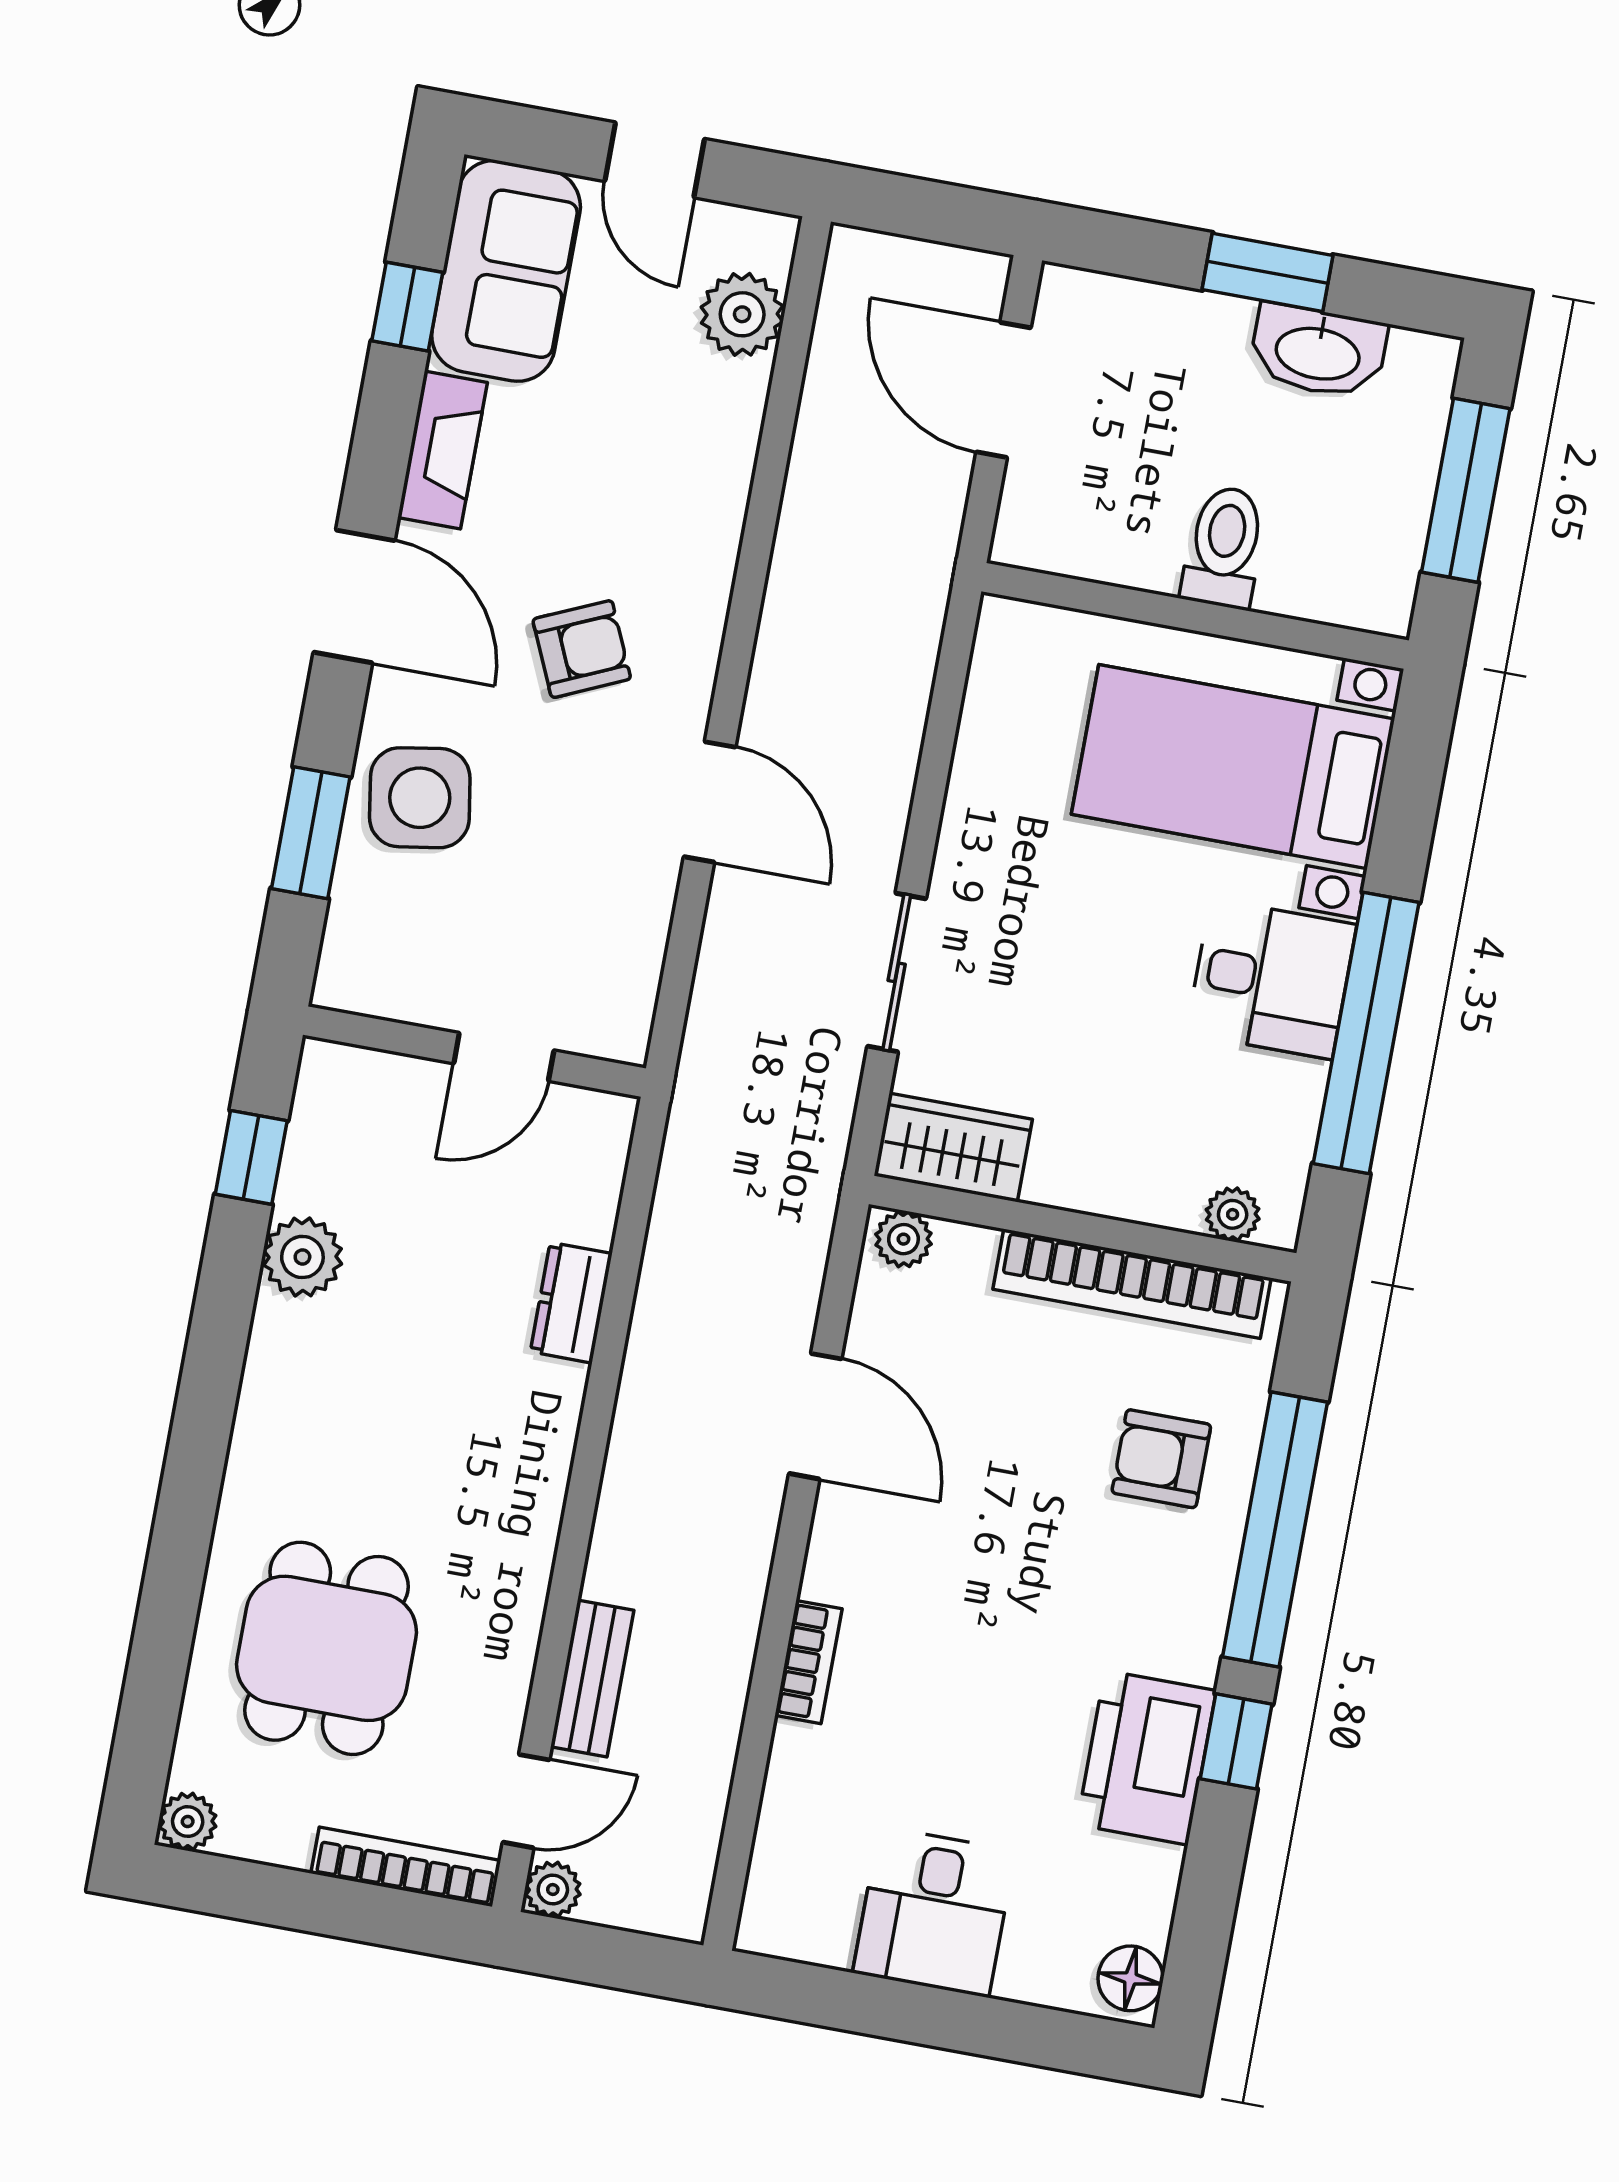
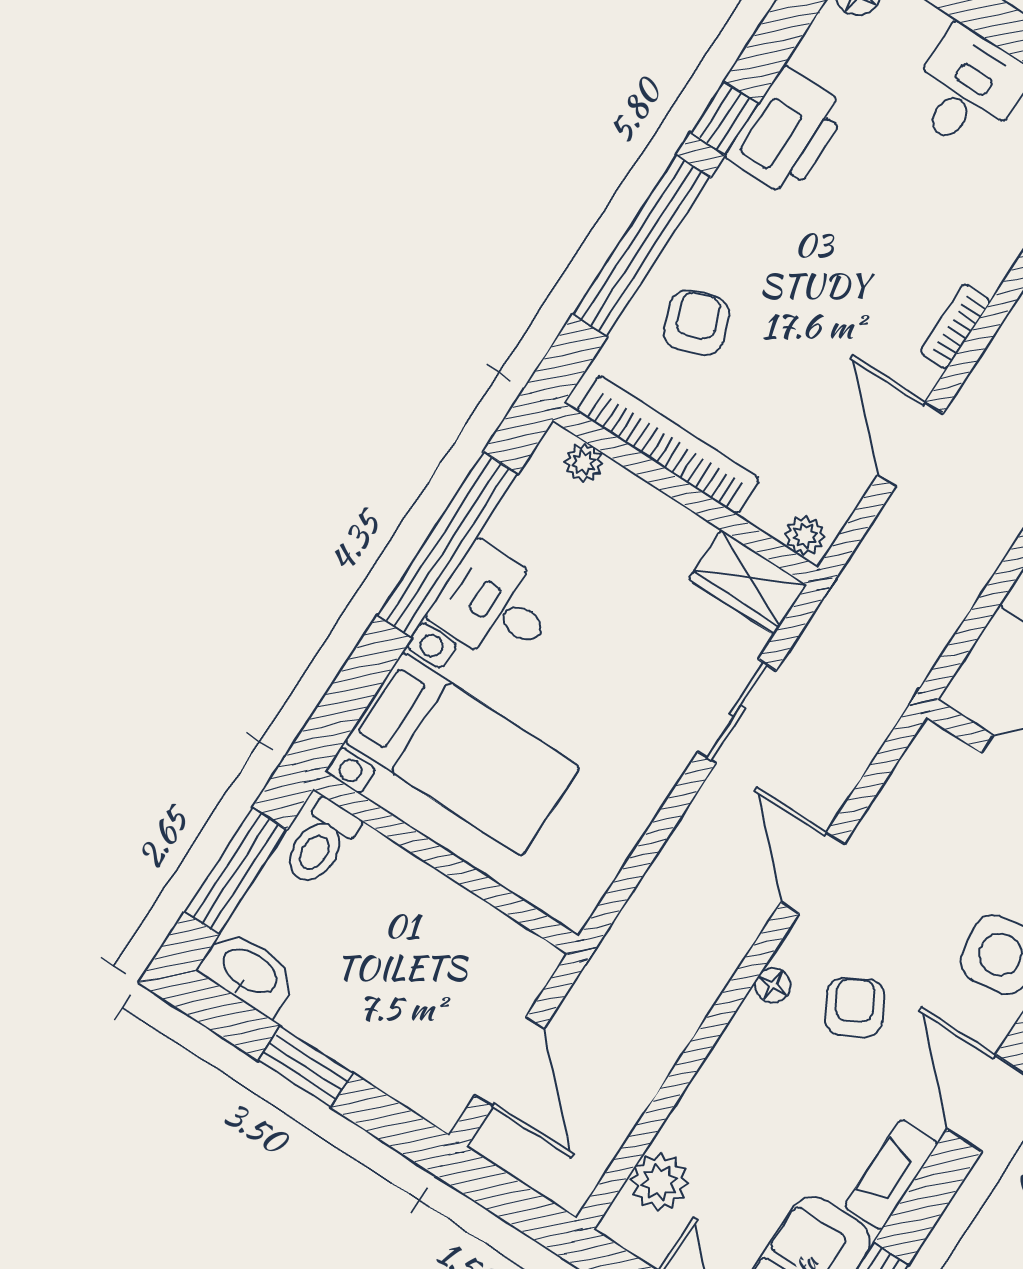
washbasin: (1318, 351) -> (249, 972), moved
toilet: (1224, 547) -> (321, 843), moved
floor lamp: (701, 633) -> (773, 985), added
armchair: (582, 649) -> (855, 1007), turned 85
armchair: (1161, 1459) -> (697, 323), turned -110
bookcase: (808, 1662) -> (955, 326), moved

